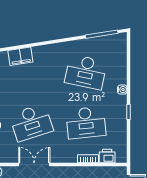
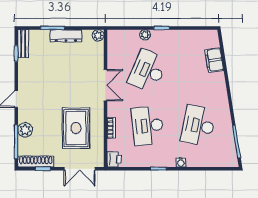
desk: (31, 123) -> (148, 71), turned 42
printer: (107, 156) -> (114, 159), moved
double door: (34, 165) -> (105, 85), moved

